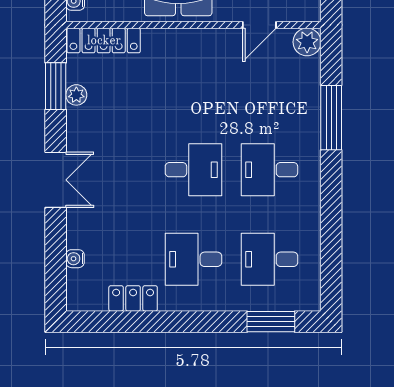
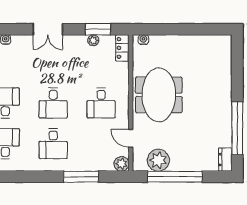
locker: (104, 41) -> (122, 48), width x0.66
desk: (193, 80) -> (101, 103), added
desk: (270, 170) -> (53, 144), turned 180

